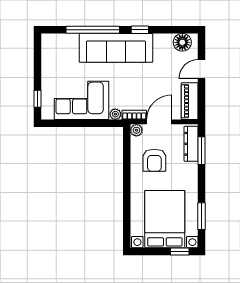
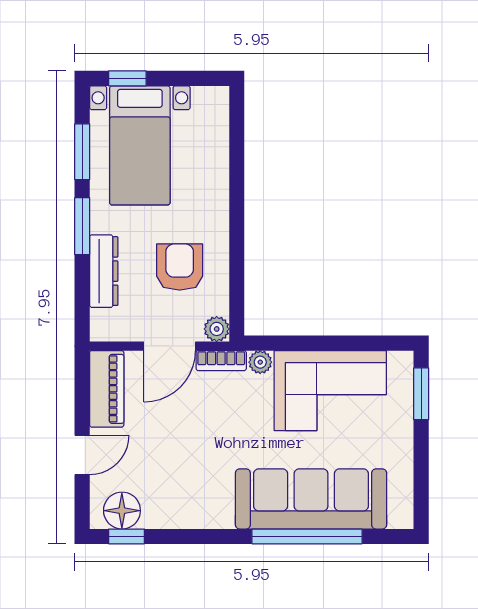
window: (140, 30) -> (127, 536), moved
sofa: (116, 48) -> (311, 499), moved
window: (37, 99) -> (421, 394), width x1.50
dresser: (191, 144) -> (104, 271), moved
window: (202, 151) -> (82, 226), moved
bed with nightstands: (165, 219) -> (140, 145), width x0.73

